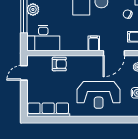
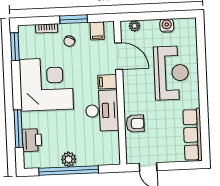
desk: (43, 38) -> (102, 111), moved
armchair: (59, 64) -> (135, 123), turned 90

